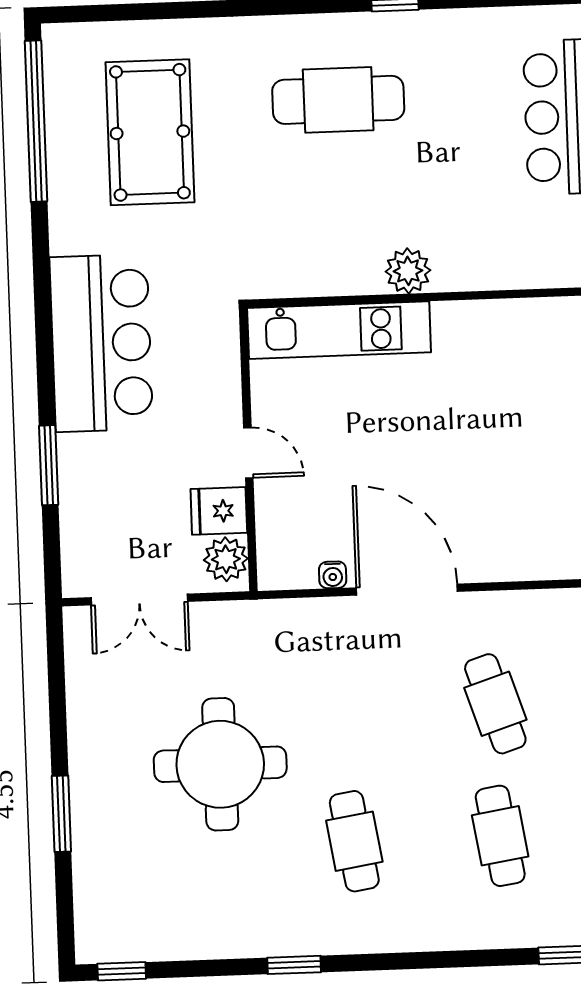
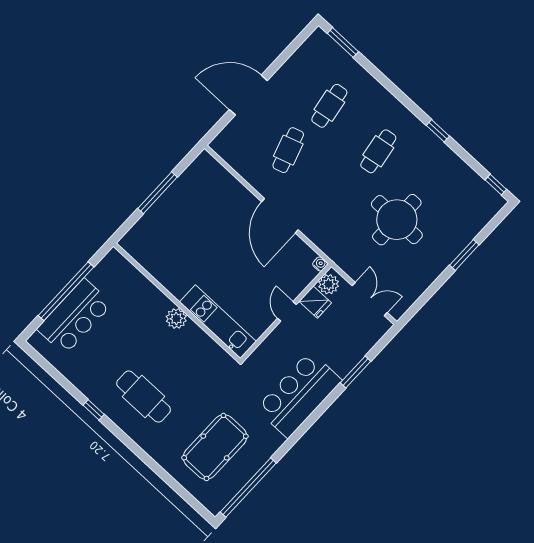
water cooler: (333, 575) -> (320, 264), moved

